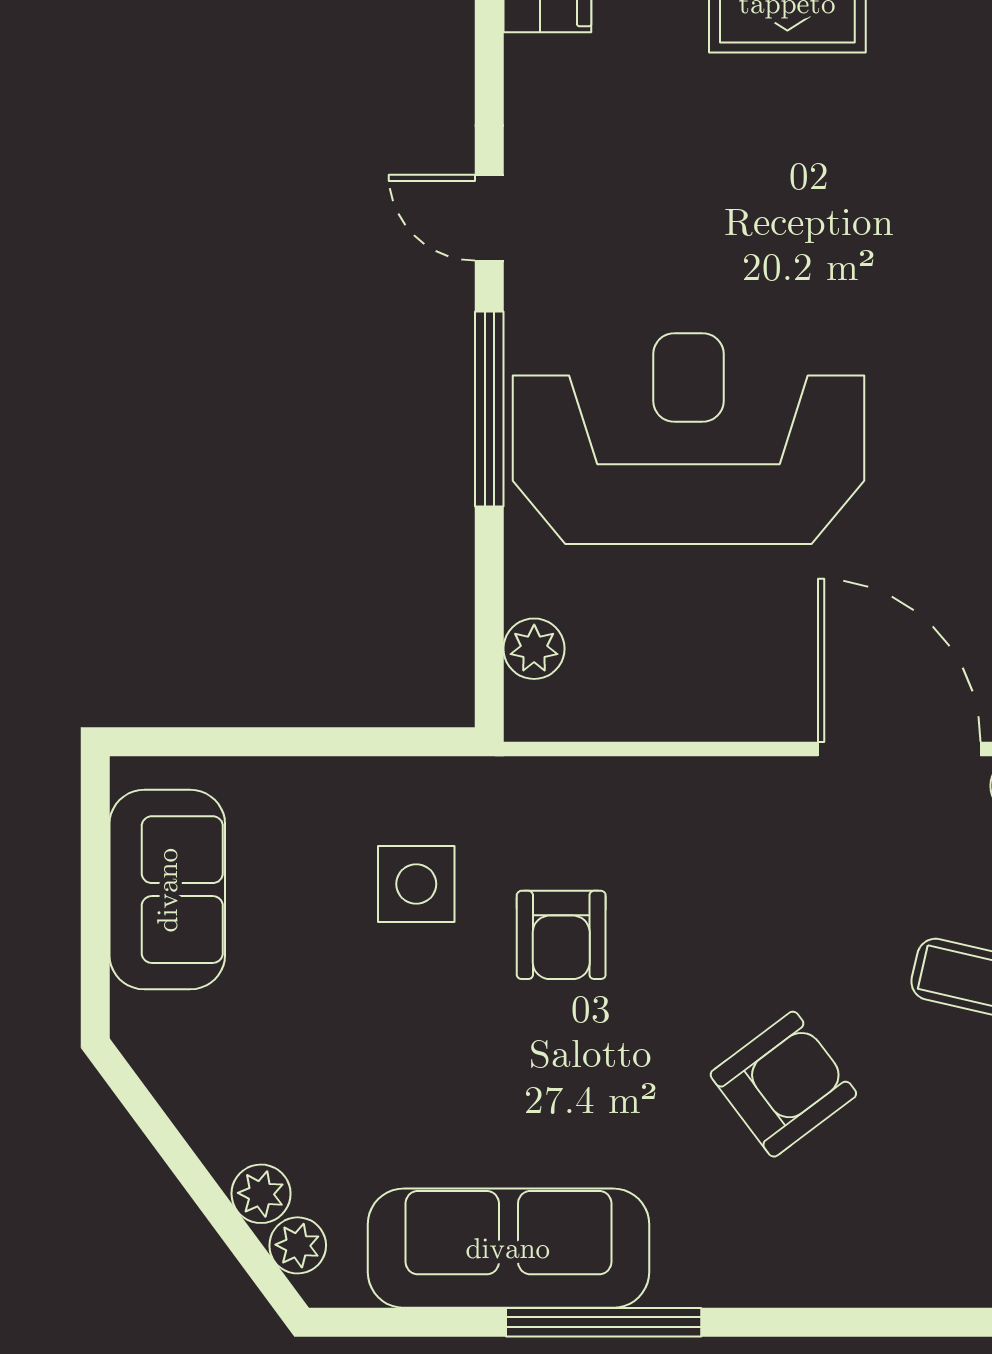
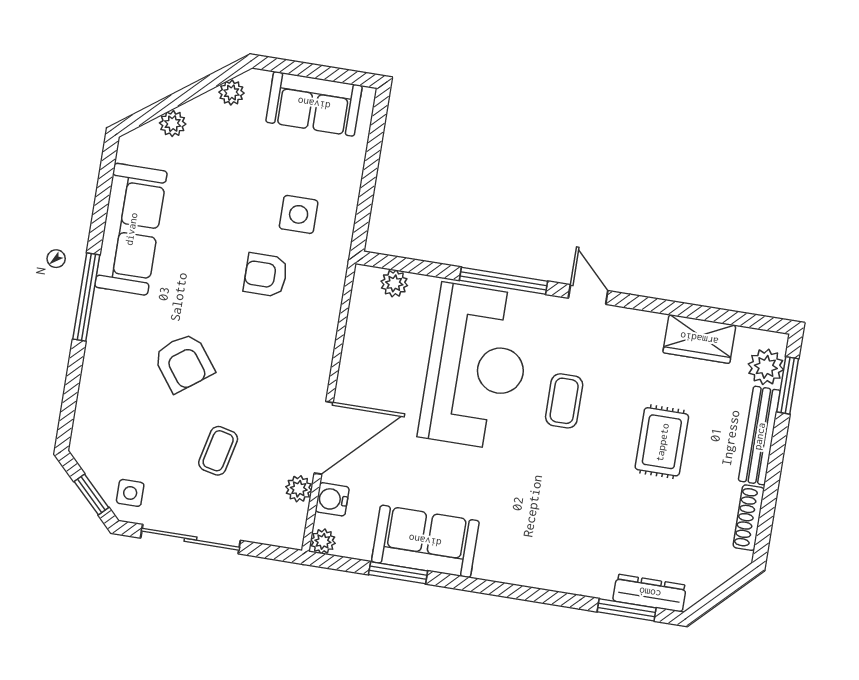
door: (489, 218) -> (588, 294), hinge flipped
coffee table: (732, 233) -> (564, 401), added
plant: (298, 1245) -> (231, 93), moved
window: (604, 1322) -> (86, 297), moved

